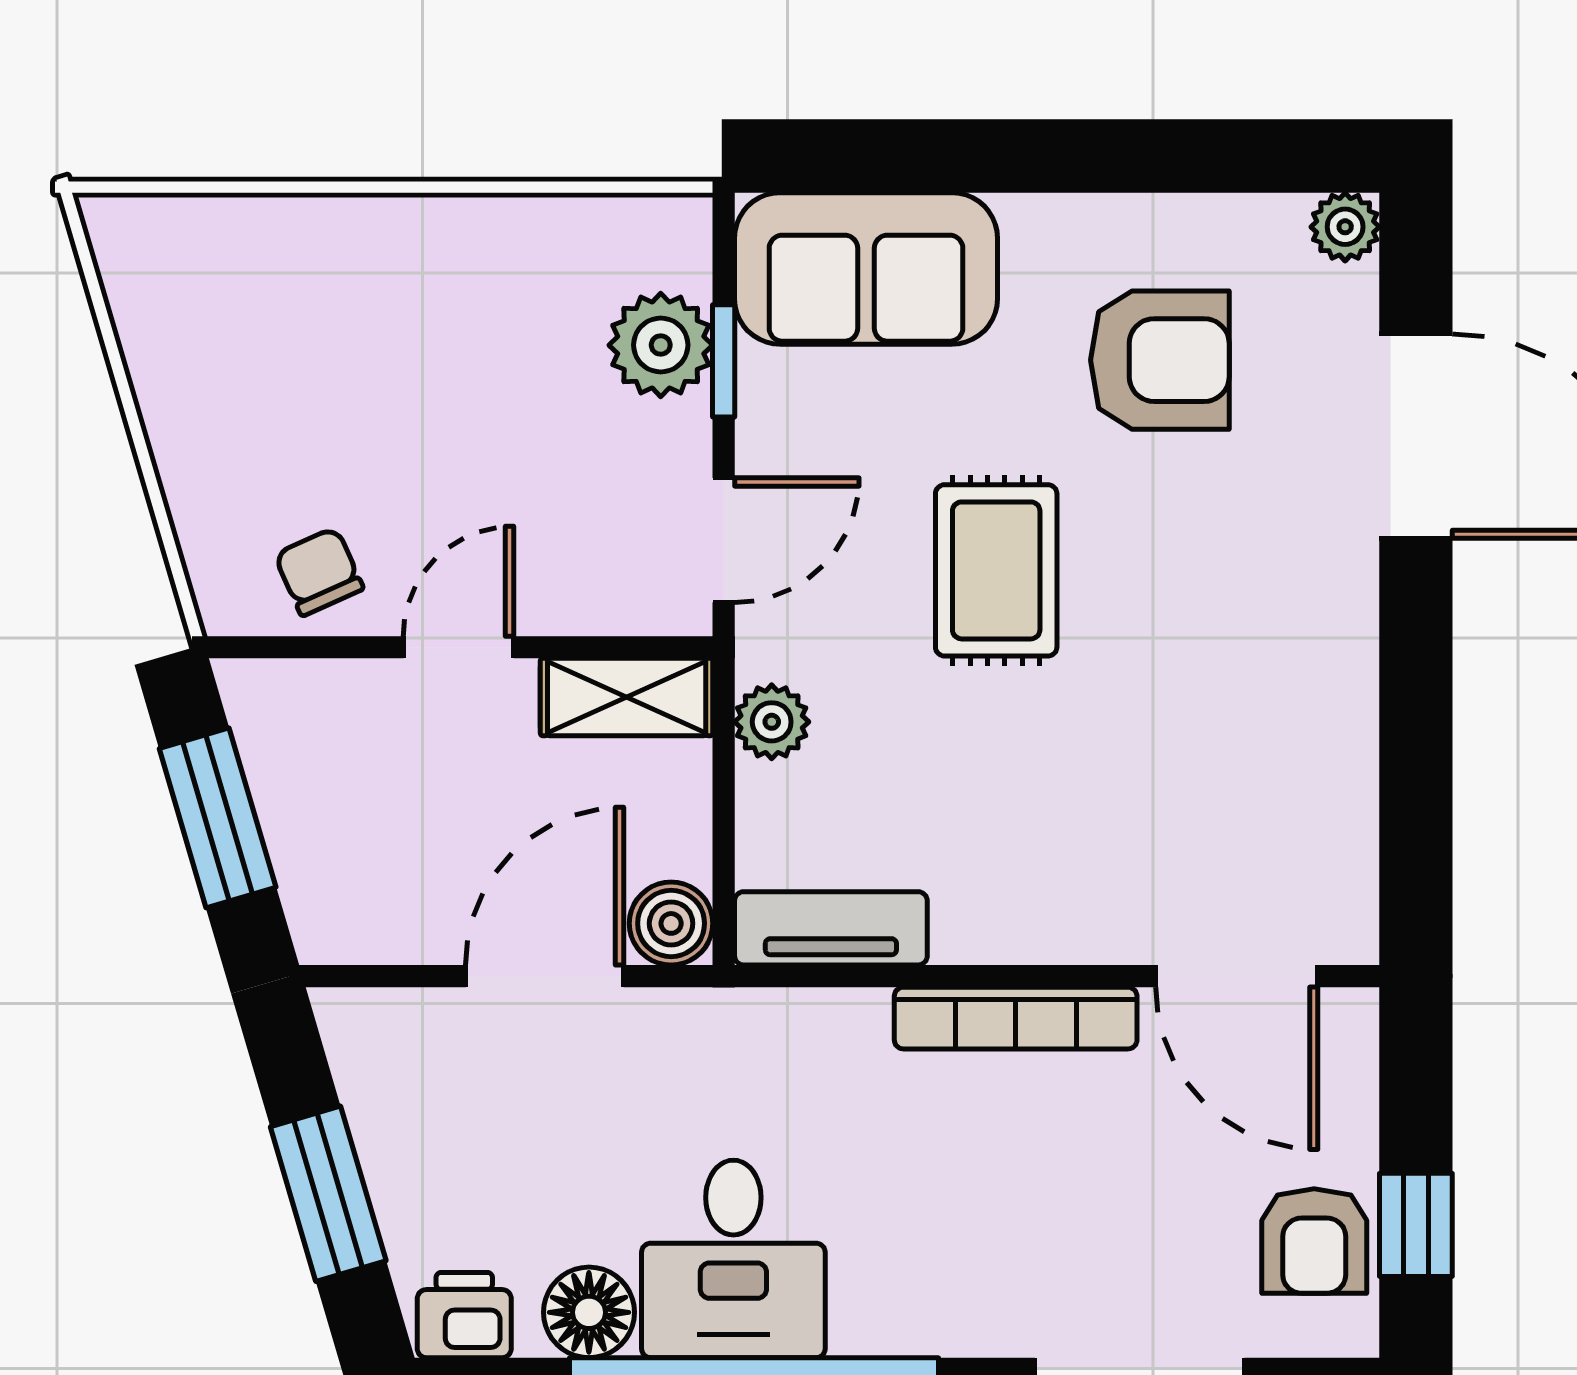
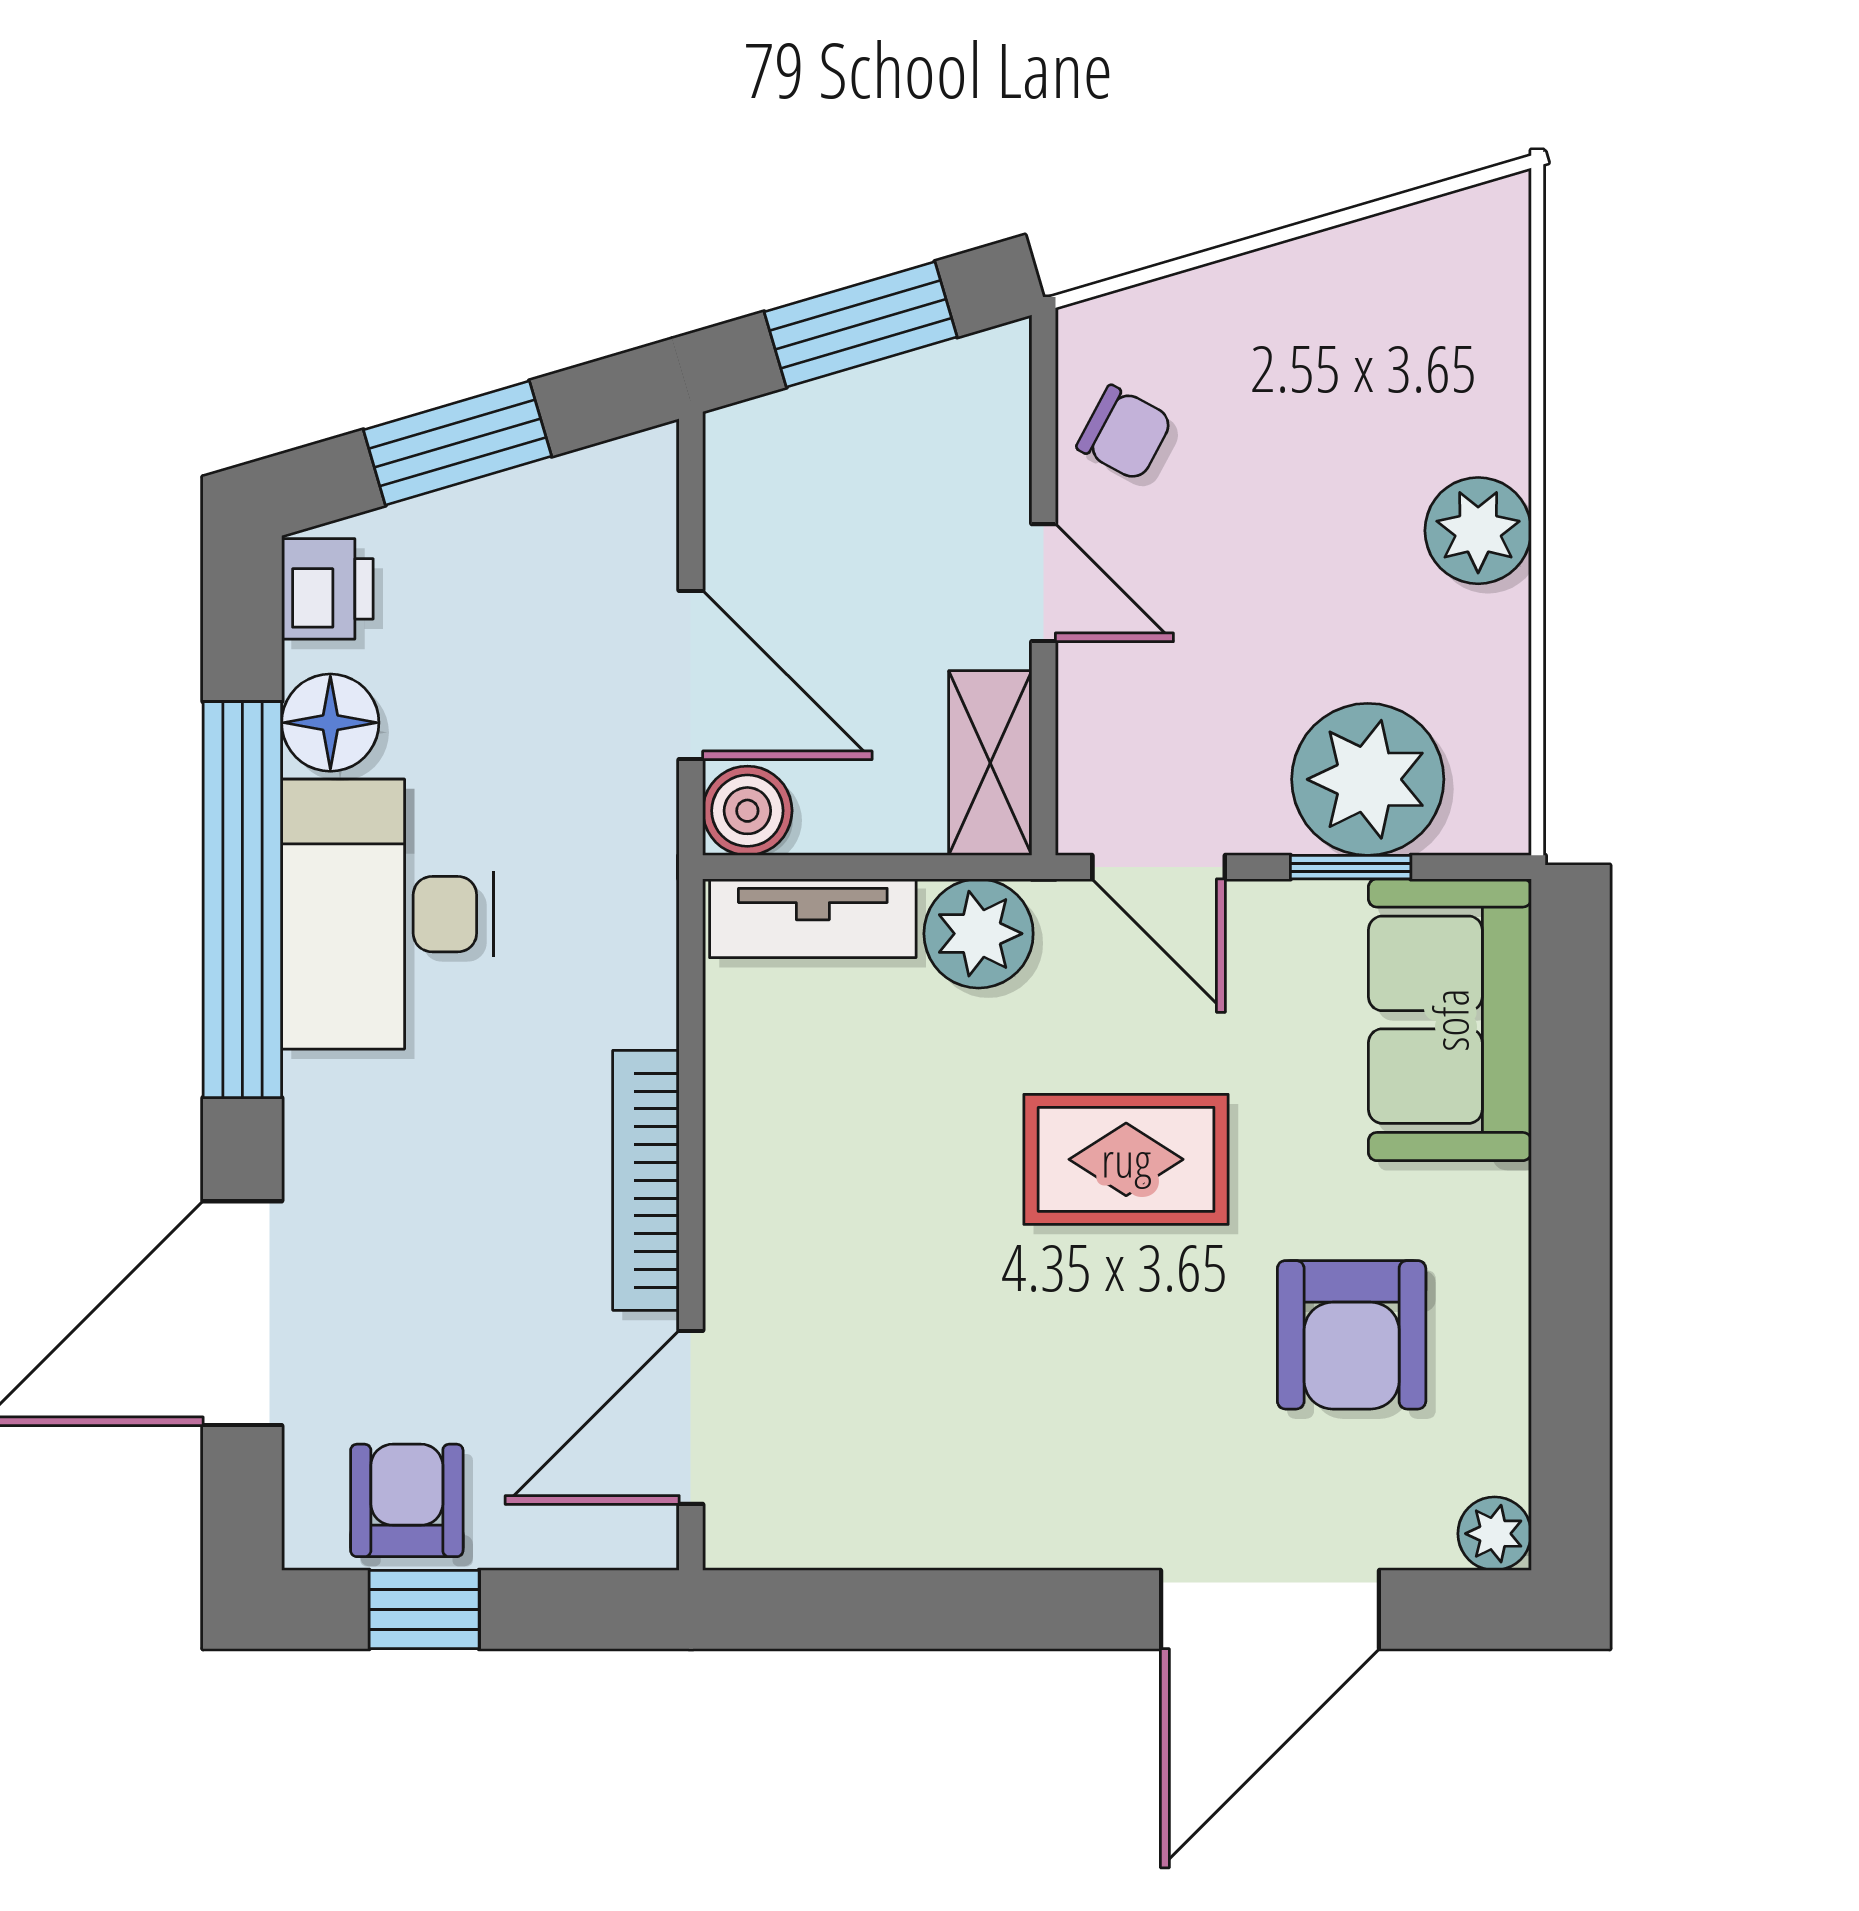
plant: (410, 242) -> (1478, 531), added
plant: (661, 345) -> (1368, 779), width x1.36, depth x1.36
chair: (319, 572) -> (1125, 433), turned 52
plant: (772, 722) -> (979, 934), width x1.38, depth x1.38
tv unit: (831, 928) -> (813, 918), moved, turned 90
armchair: (1314, 1241) -> (407, 1500), turned 90
desk: (733, 1259) -> (388, 914), width x1.37

